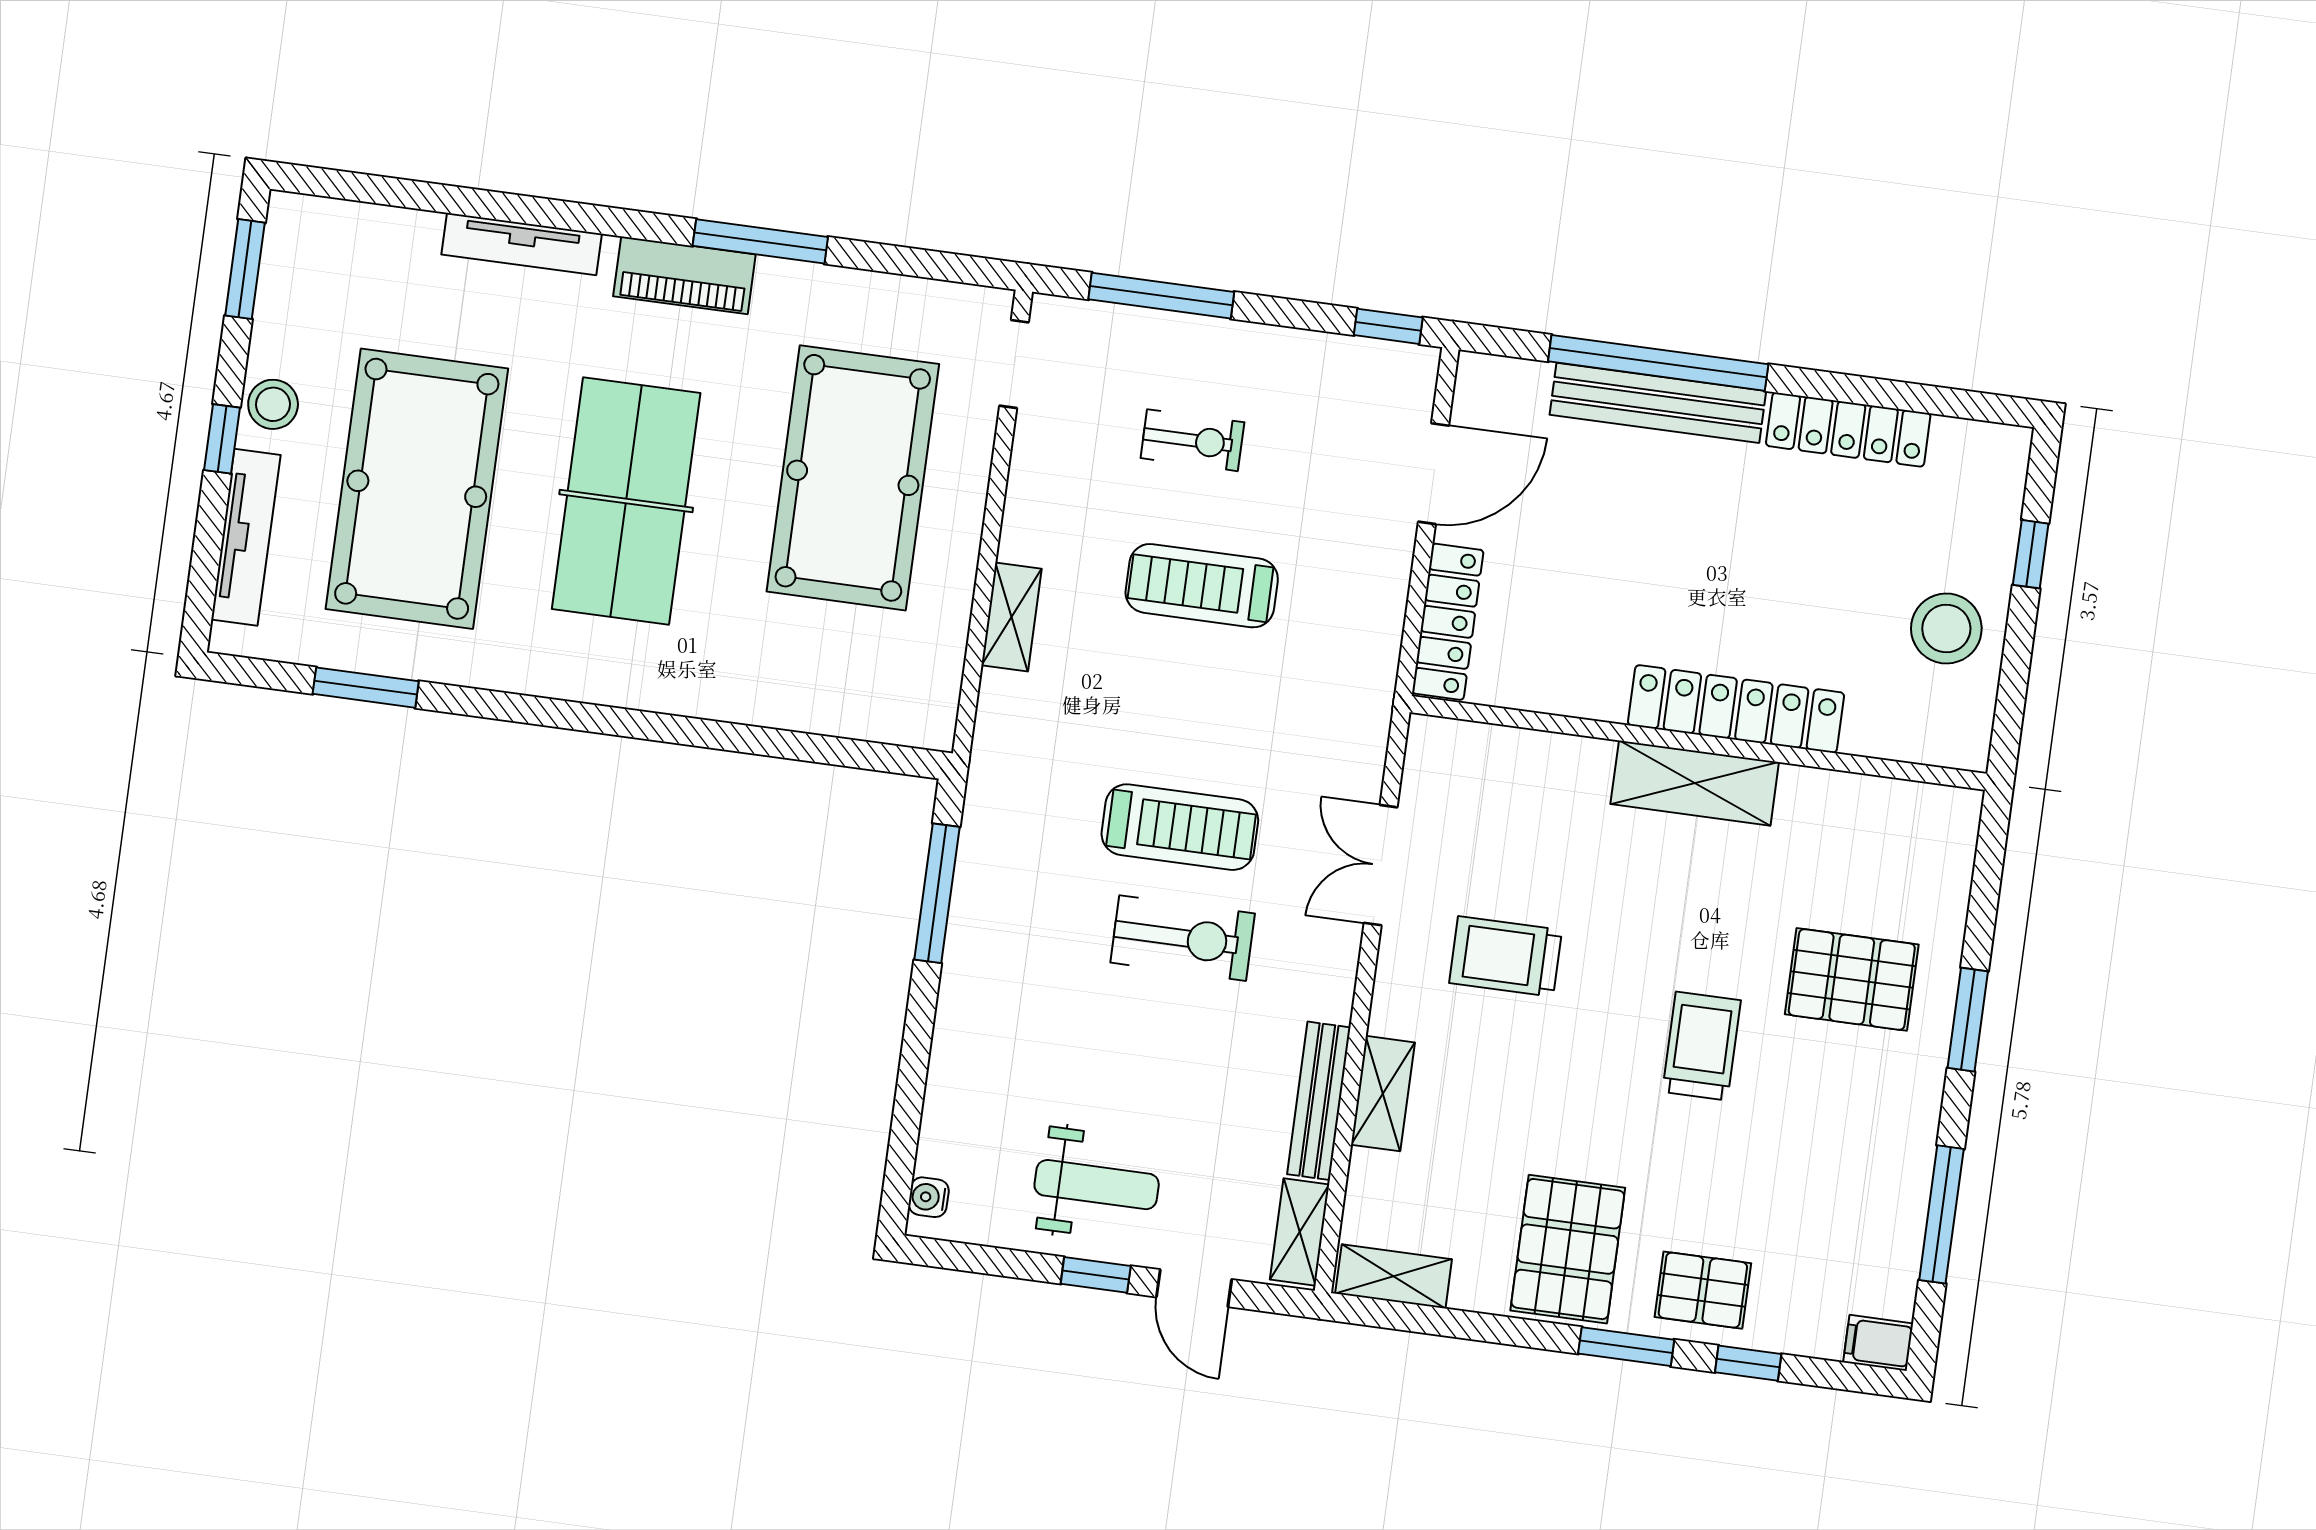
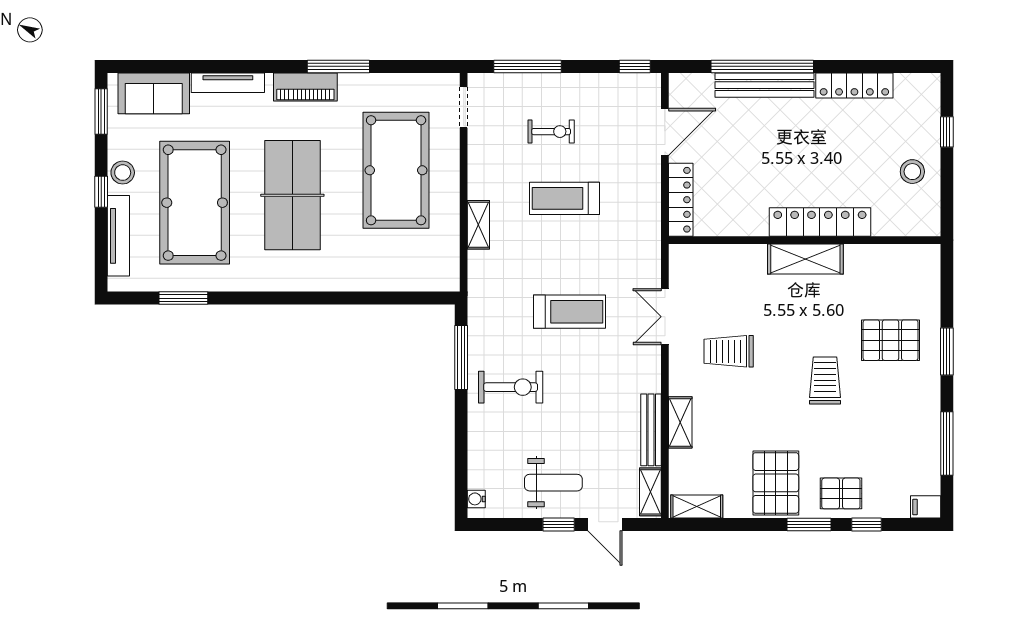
sofa: (362, 245) -> (154, 93), added
stool: (1946, 629) -> (912, 172), width x0.73, depth x0.73
exercise bike: (1183, 938) -> (511, 387), moved

